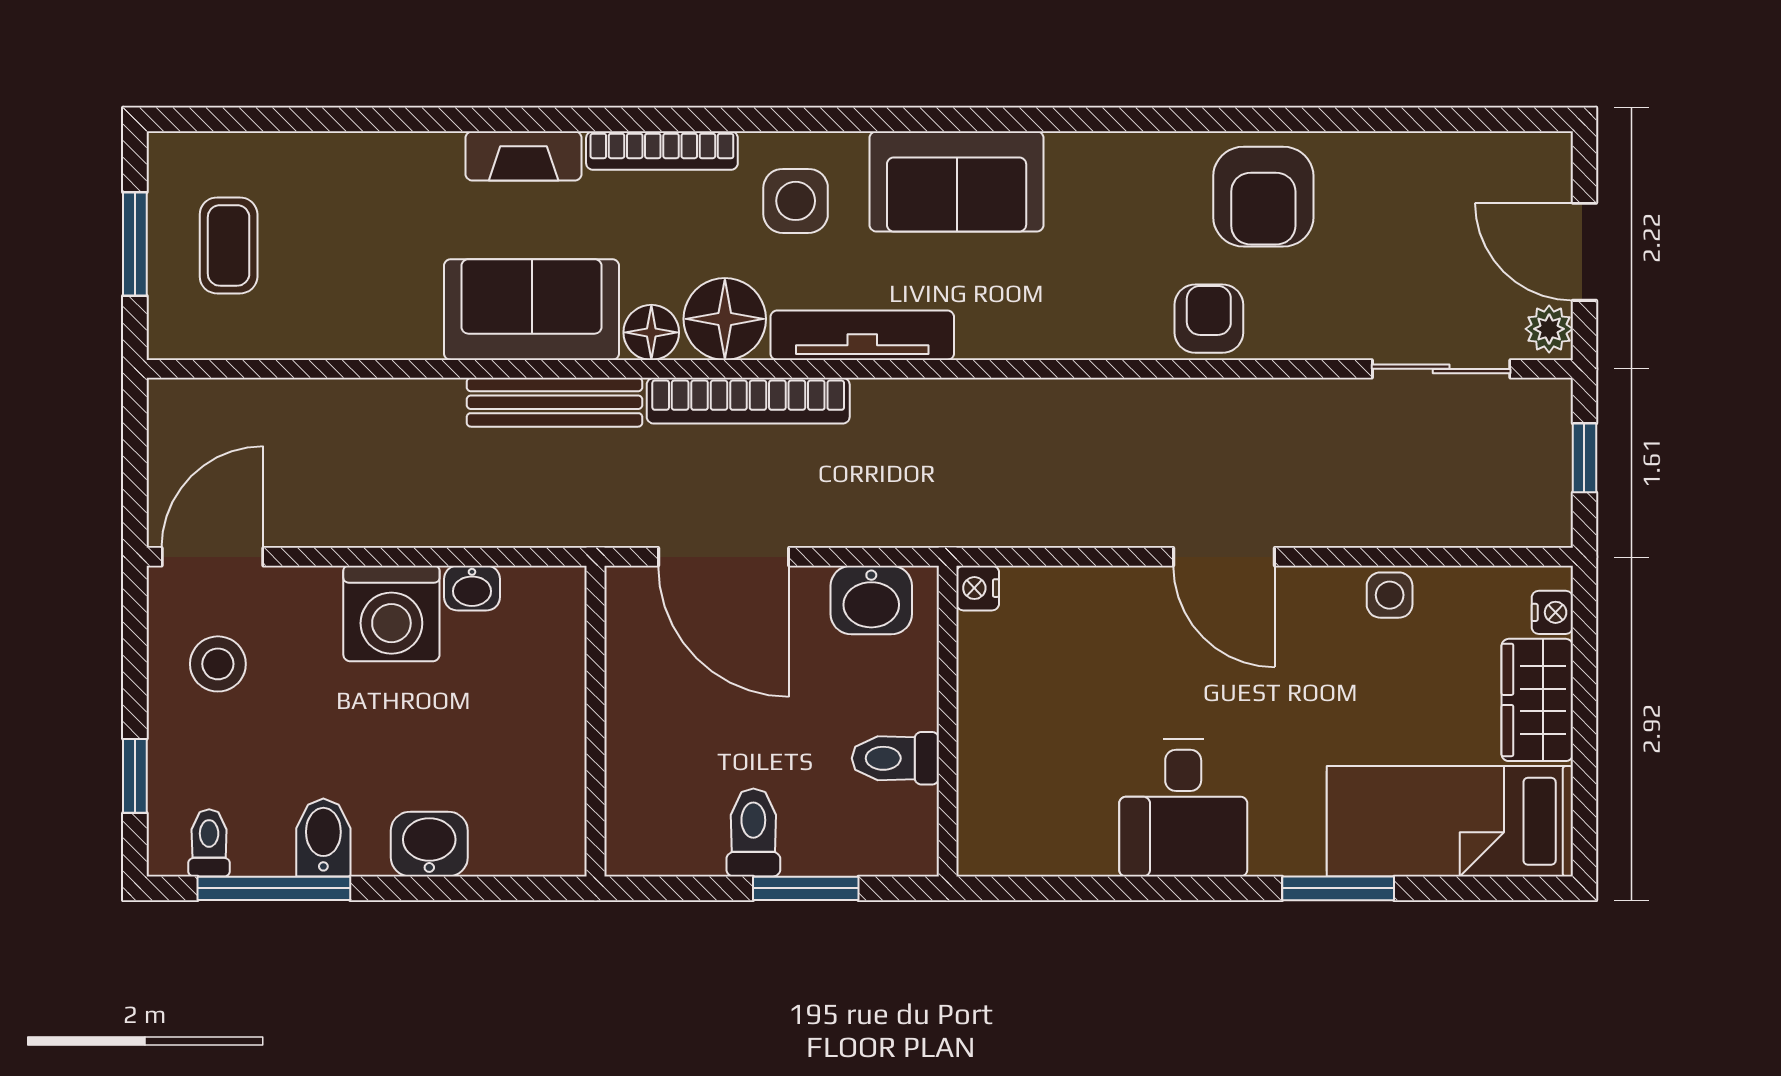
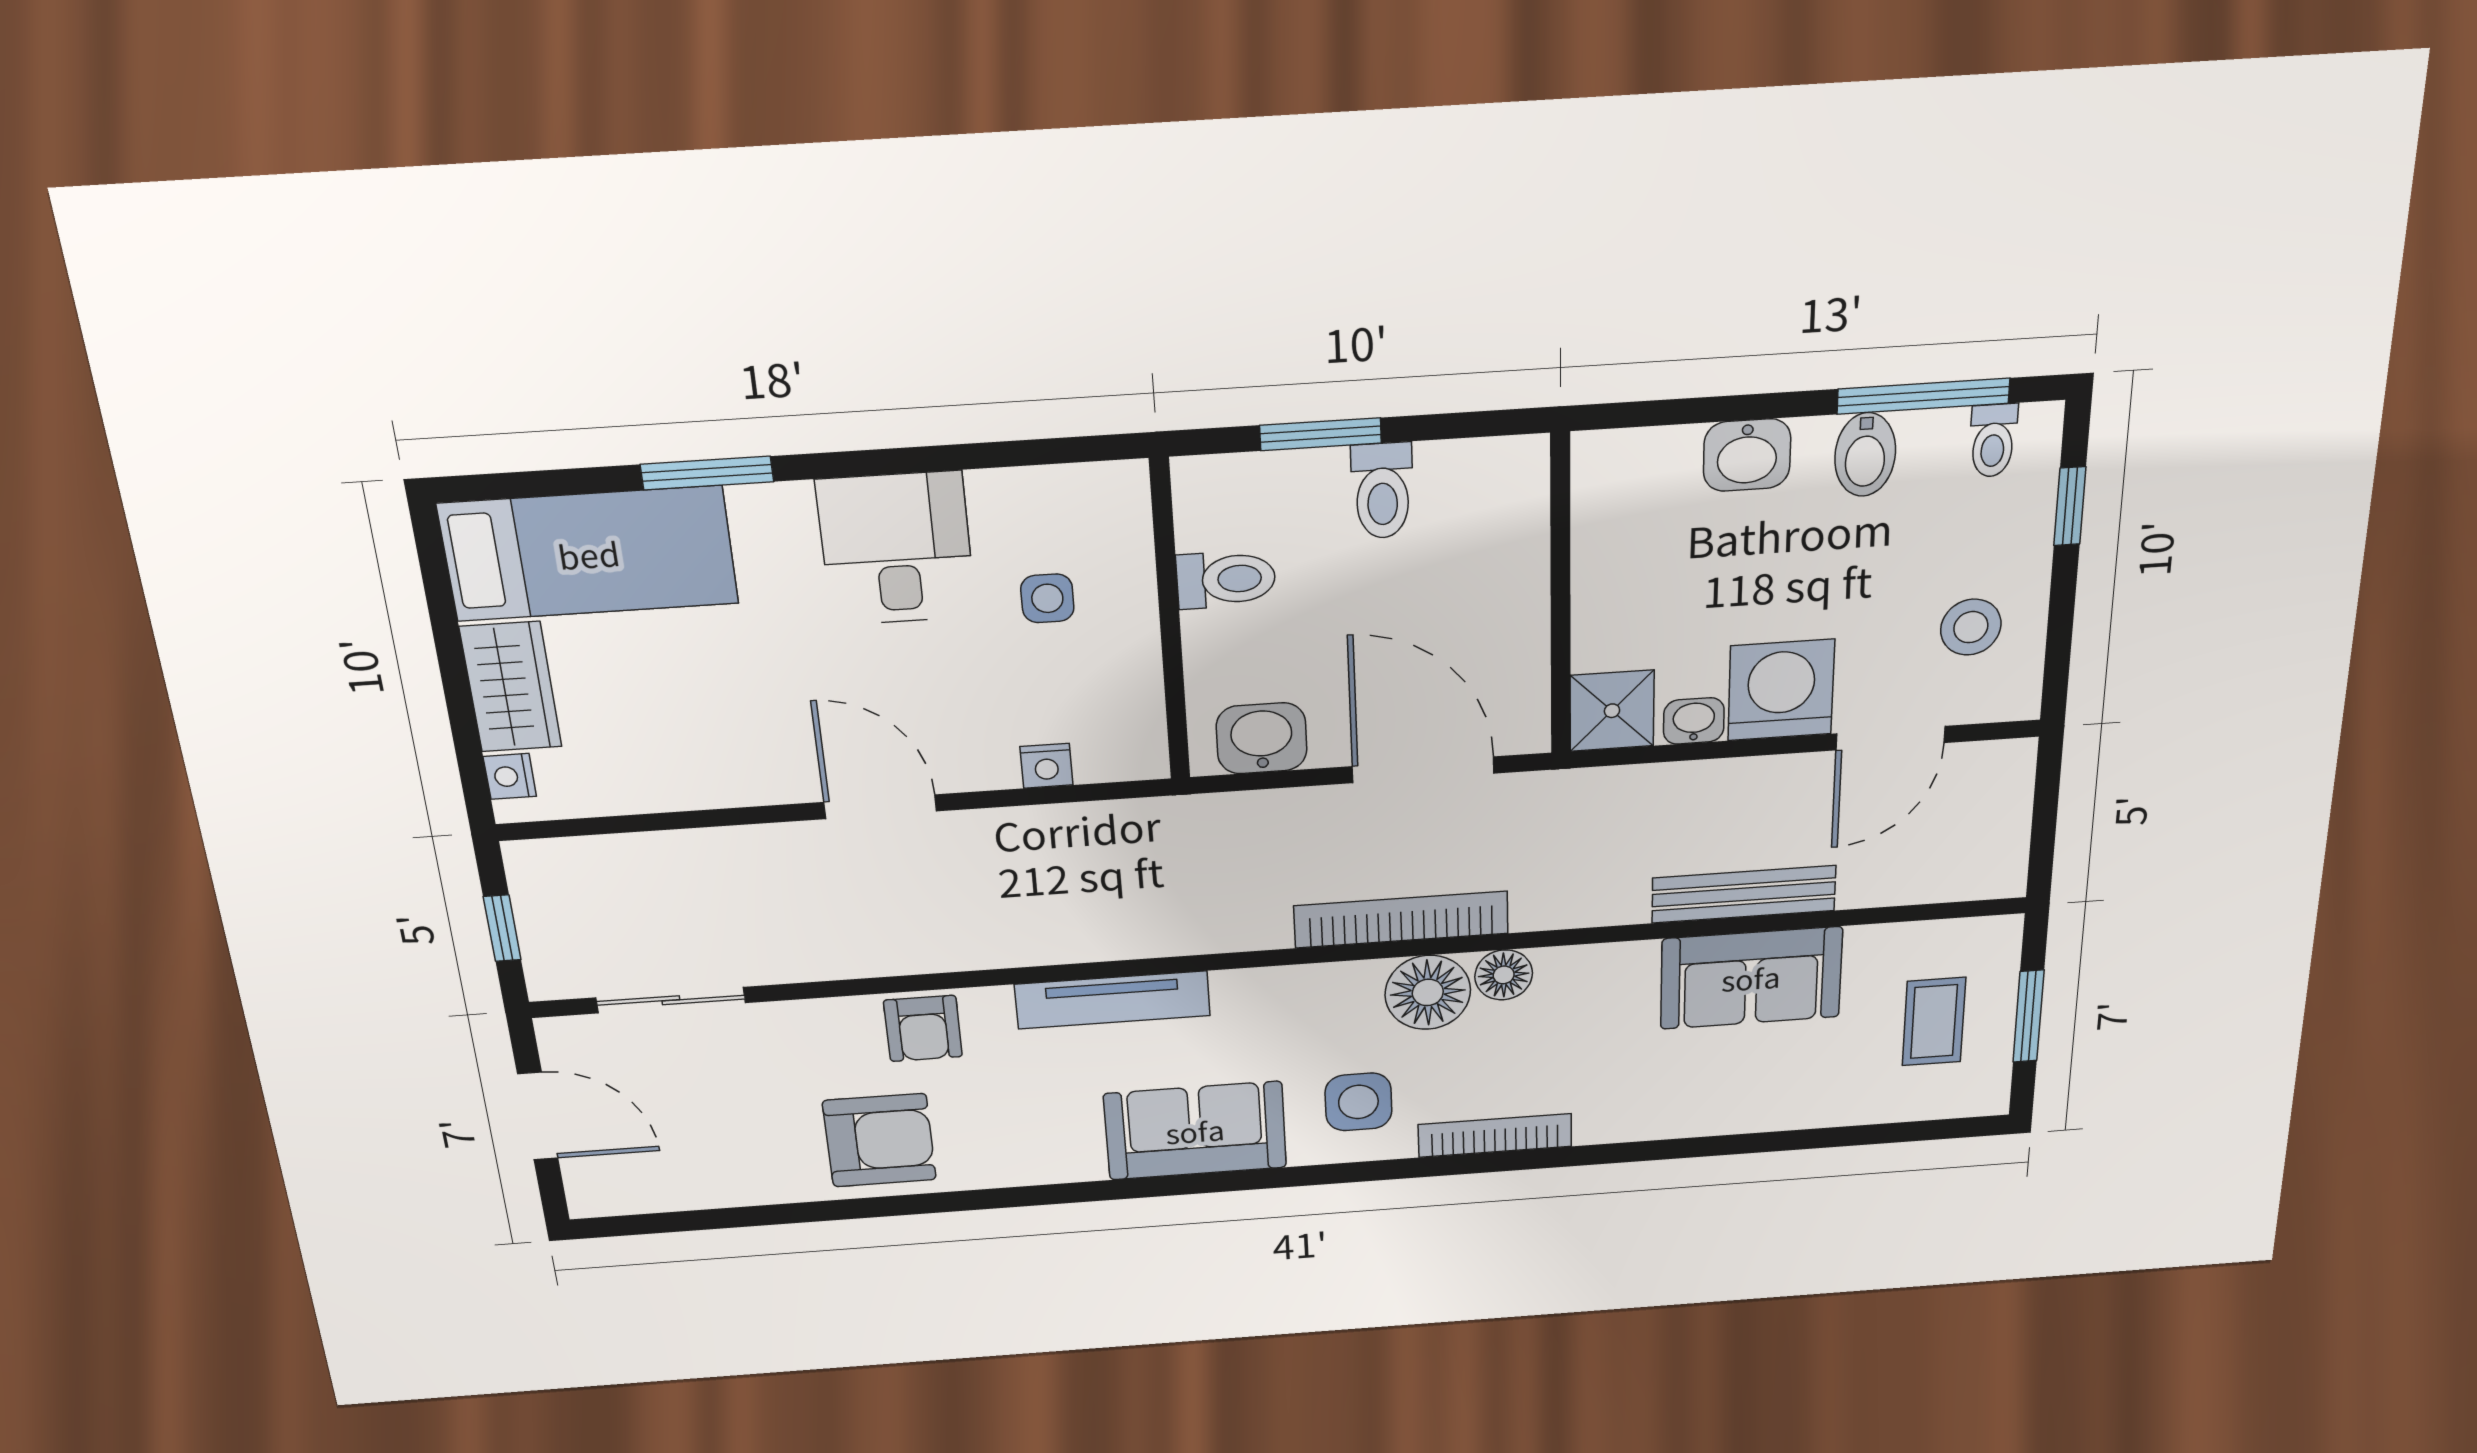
fireplace: (524, 156) -> (1634, 1121), removed
armchair: (1263, 197) -> (879, 1140), turned 90
sofa: (532, 310) -> (1751, 978), moved
plant: (1549, 329) -> (562, 1045), removed
tv unit: (862, 335) -> (1113, 1000), moved
bench: (555, 402) -> (1744, 894), moved
door: (212, 557) -> (1890, 738), moved
nightstand: (978, 588) -> (1046, 766), moved, turned 90
side table: (1390, 595) -> (1047, 598), moved
shower: (548, 604) -> (1612, 711), added

